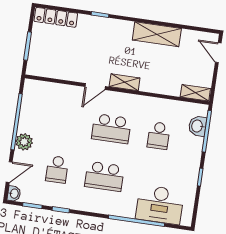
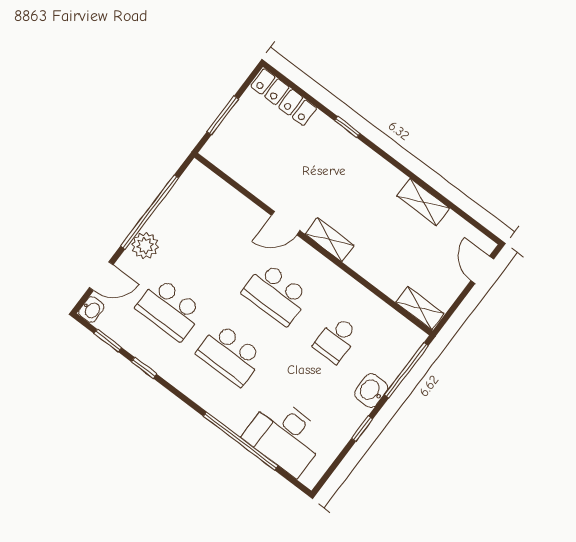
shelving: (157, 34) -> (423, 202), width x0.67, depth x0.75
washbasin: (197, 126) -> (371, 391), moved
school desk: (57, 169) -> (170, 309), width x1.85

